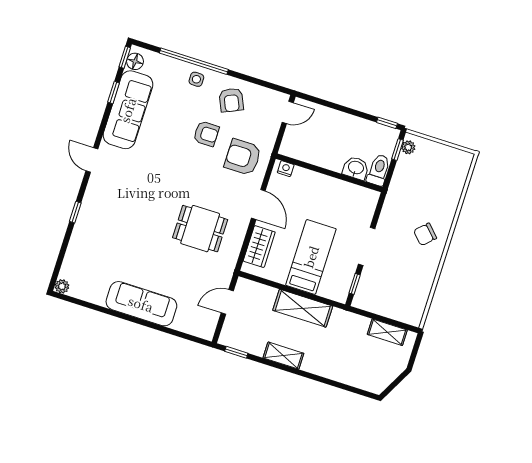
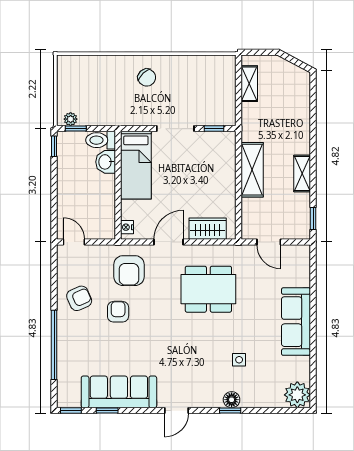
floor lamp: (135, 61) -> (232, 400), moved
side table: (196, 79) -> (239, 360), moved
dining table: (200, 229) -> (208, 289), width x1.38
bed: (311, 257) -> (136, 165), moved, turned -90
plant: (62, 286) -> (297, 395), width x1.88, depth x1.88

